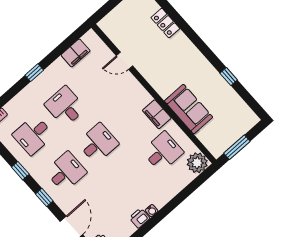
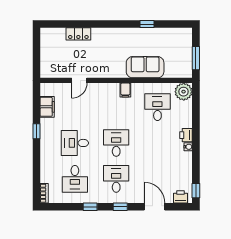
window: (34, 73) -> (36, 131), moved
filing cabinet: (157, 114) -> (125, 90), width x0.50
printer: (140, 218) -> (186, 135), moved

